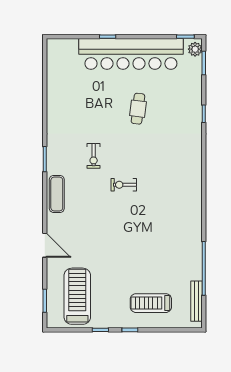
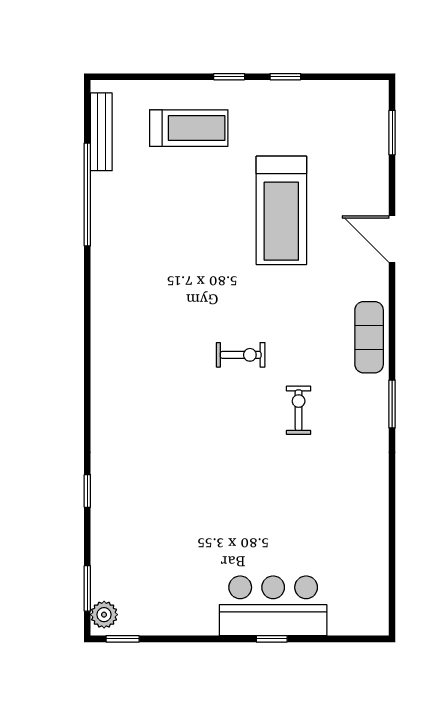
bar counter: (131, 54) -> (273, 606), width x0.54
cafe table: (138, 109) -> (213, 501), removed
treadmill: (77, 296) -> (281, 210), moved

